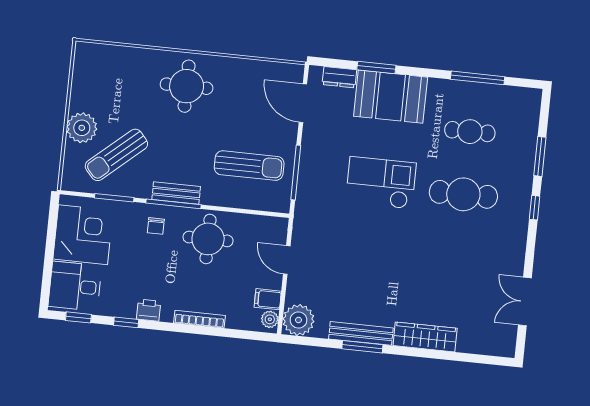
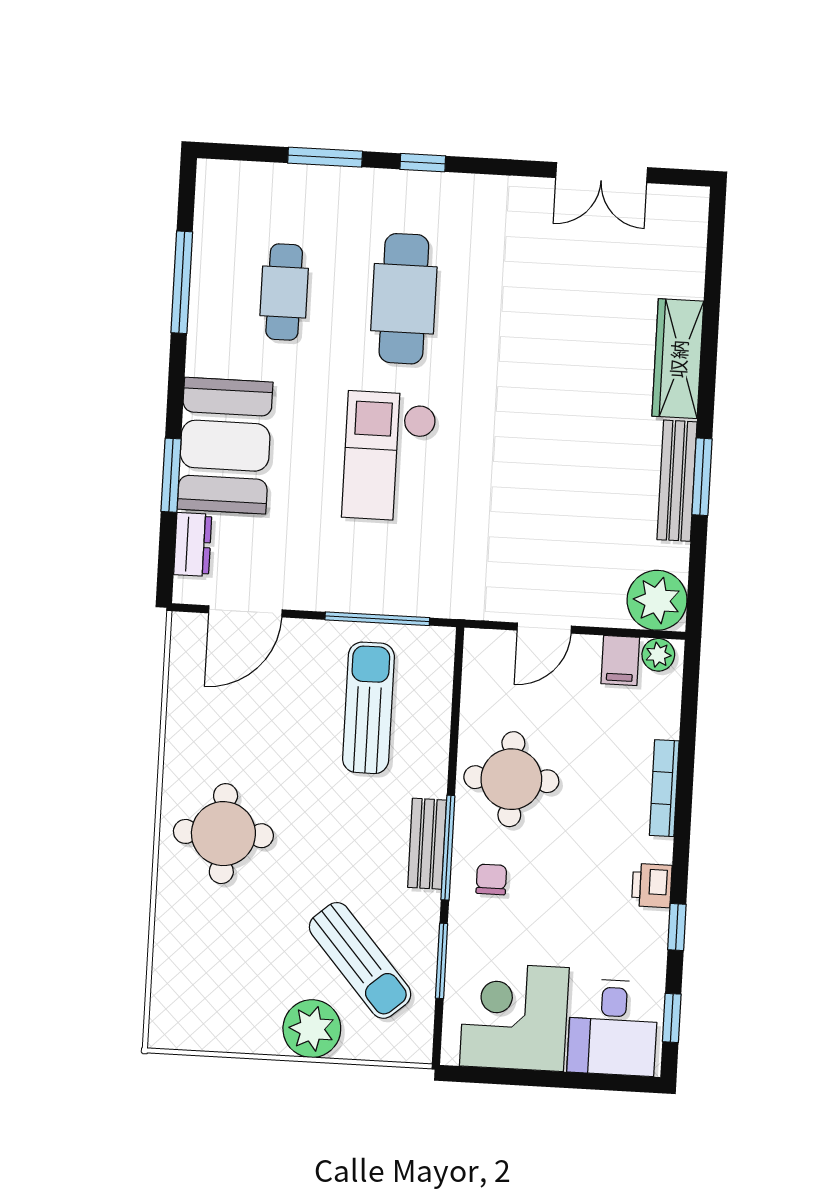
chair: (156, 226) -> (491, 879), turned -90

